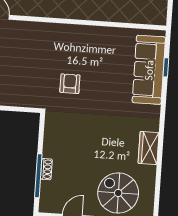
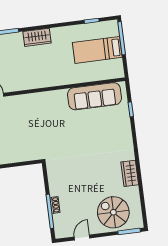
sofa: (149, 70) -> (94, 96), moved, turned -90
armchair: (70, 84) -> (60, 136), removed

